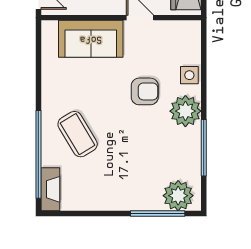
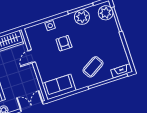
sofa: (91, 39) -> (59, 87), moved, turned -90
plant: (185, 111) -> (82, 17), moved

